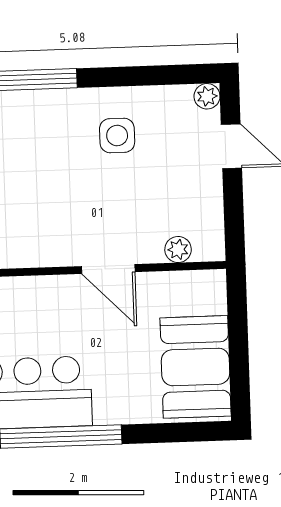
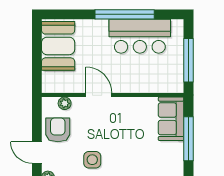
armchair: (190, 195) -> (58, 130), added

